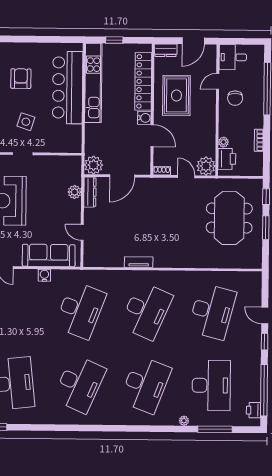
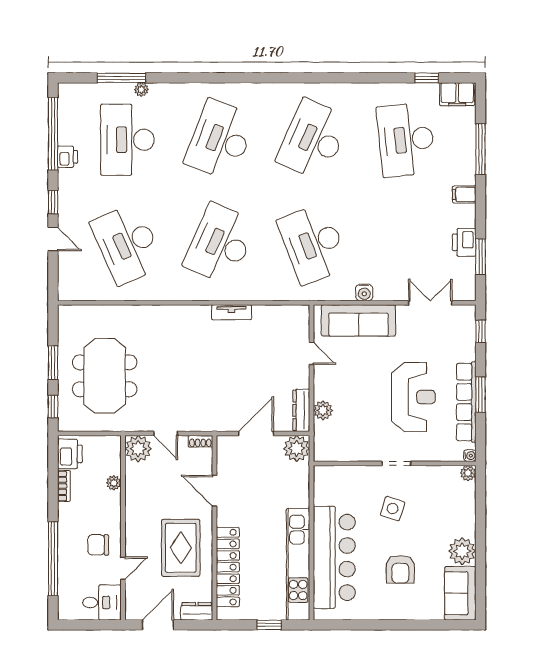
chair: (235, 98) -> (98, 545), turned -90
water cooler: (144, 118) -> (226, 516), removed
printer: (227, 159) -> (70, 454), moved, turned 180
desk: (80, 310) -> (313, 244), turned -42
desk: (212, 312) -> (127, 244), turned -39
printer: (254, 410) -> (68, 157), moved
plant: (184, 421) -> (141, 90), moved

